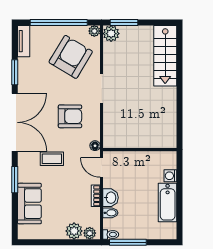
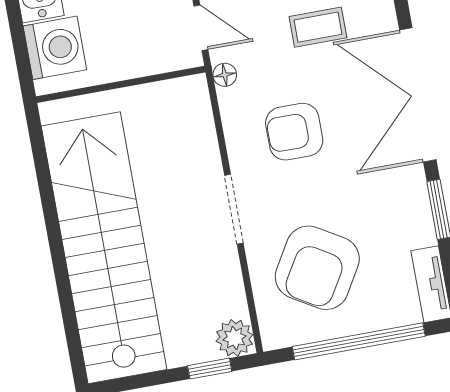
window: (124, 22) -> (210, 369), width x0.67
plant: (94, 31) -> (274, 337), removed
stairs: (165, 56) -> (104, 248), width x1.86, depth x1.51
washing machine: (170, 176) -> (55, 48), width x1.89, depth x1.89

